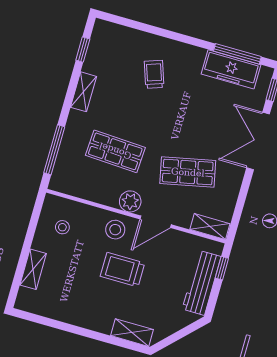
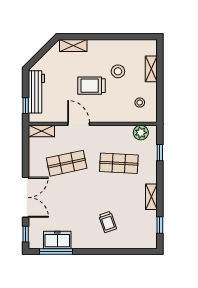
freezer: (231, 69) -> (57, 240), width x0.71
window: (54, 150) -> (160, 153), width x0.46
plant: (130, 201) -> (141, 133), moved
door: (156, 222) -> (79, 124), hinge flipped
stool: (115, 230) -> (118, 71), moved
trolley: (122, 270) -> (92, 86), turned 180

